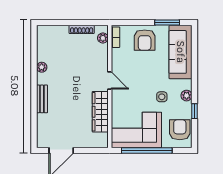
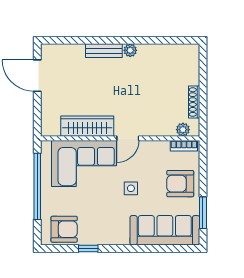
plant: (42, 67) -> (130, 50), moved
plant: (187, 96) -> (108, 238), removed
side table: (162, 97) -> (131, 188), moved
corner sofa: (136, 130) -> (84, 164), moved, turned 90

